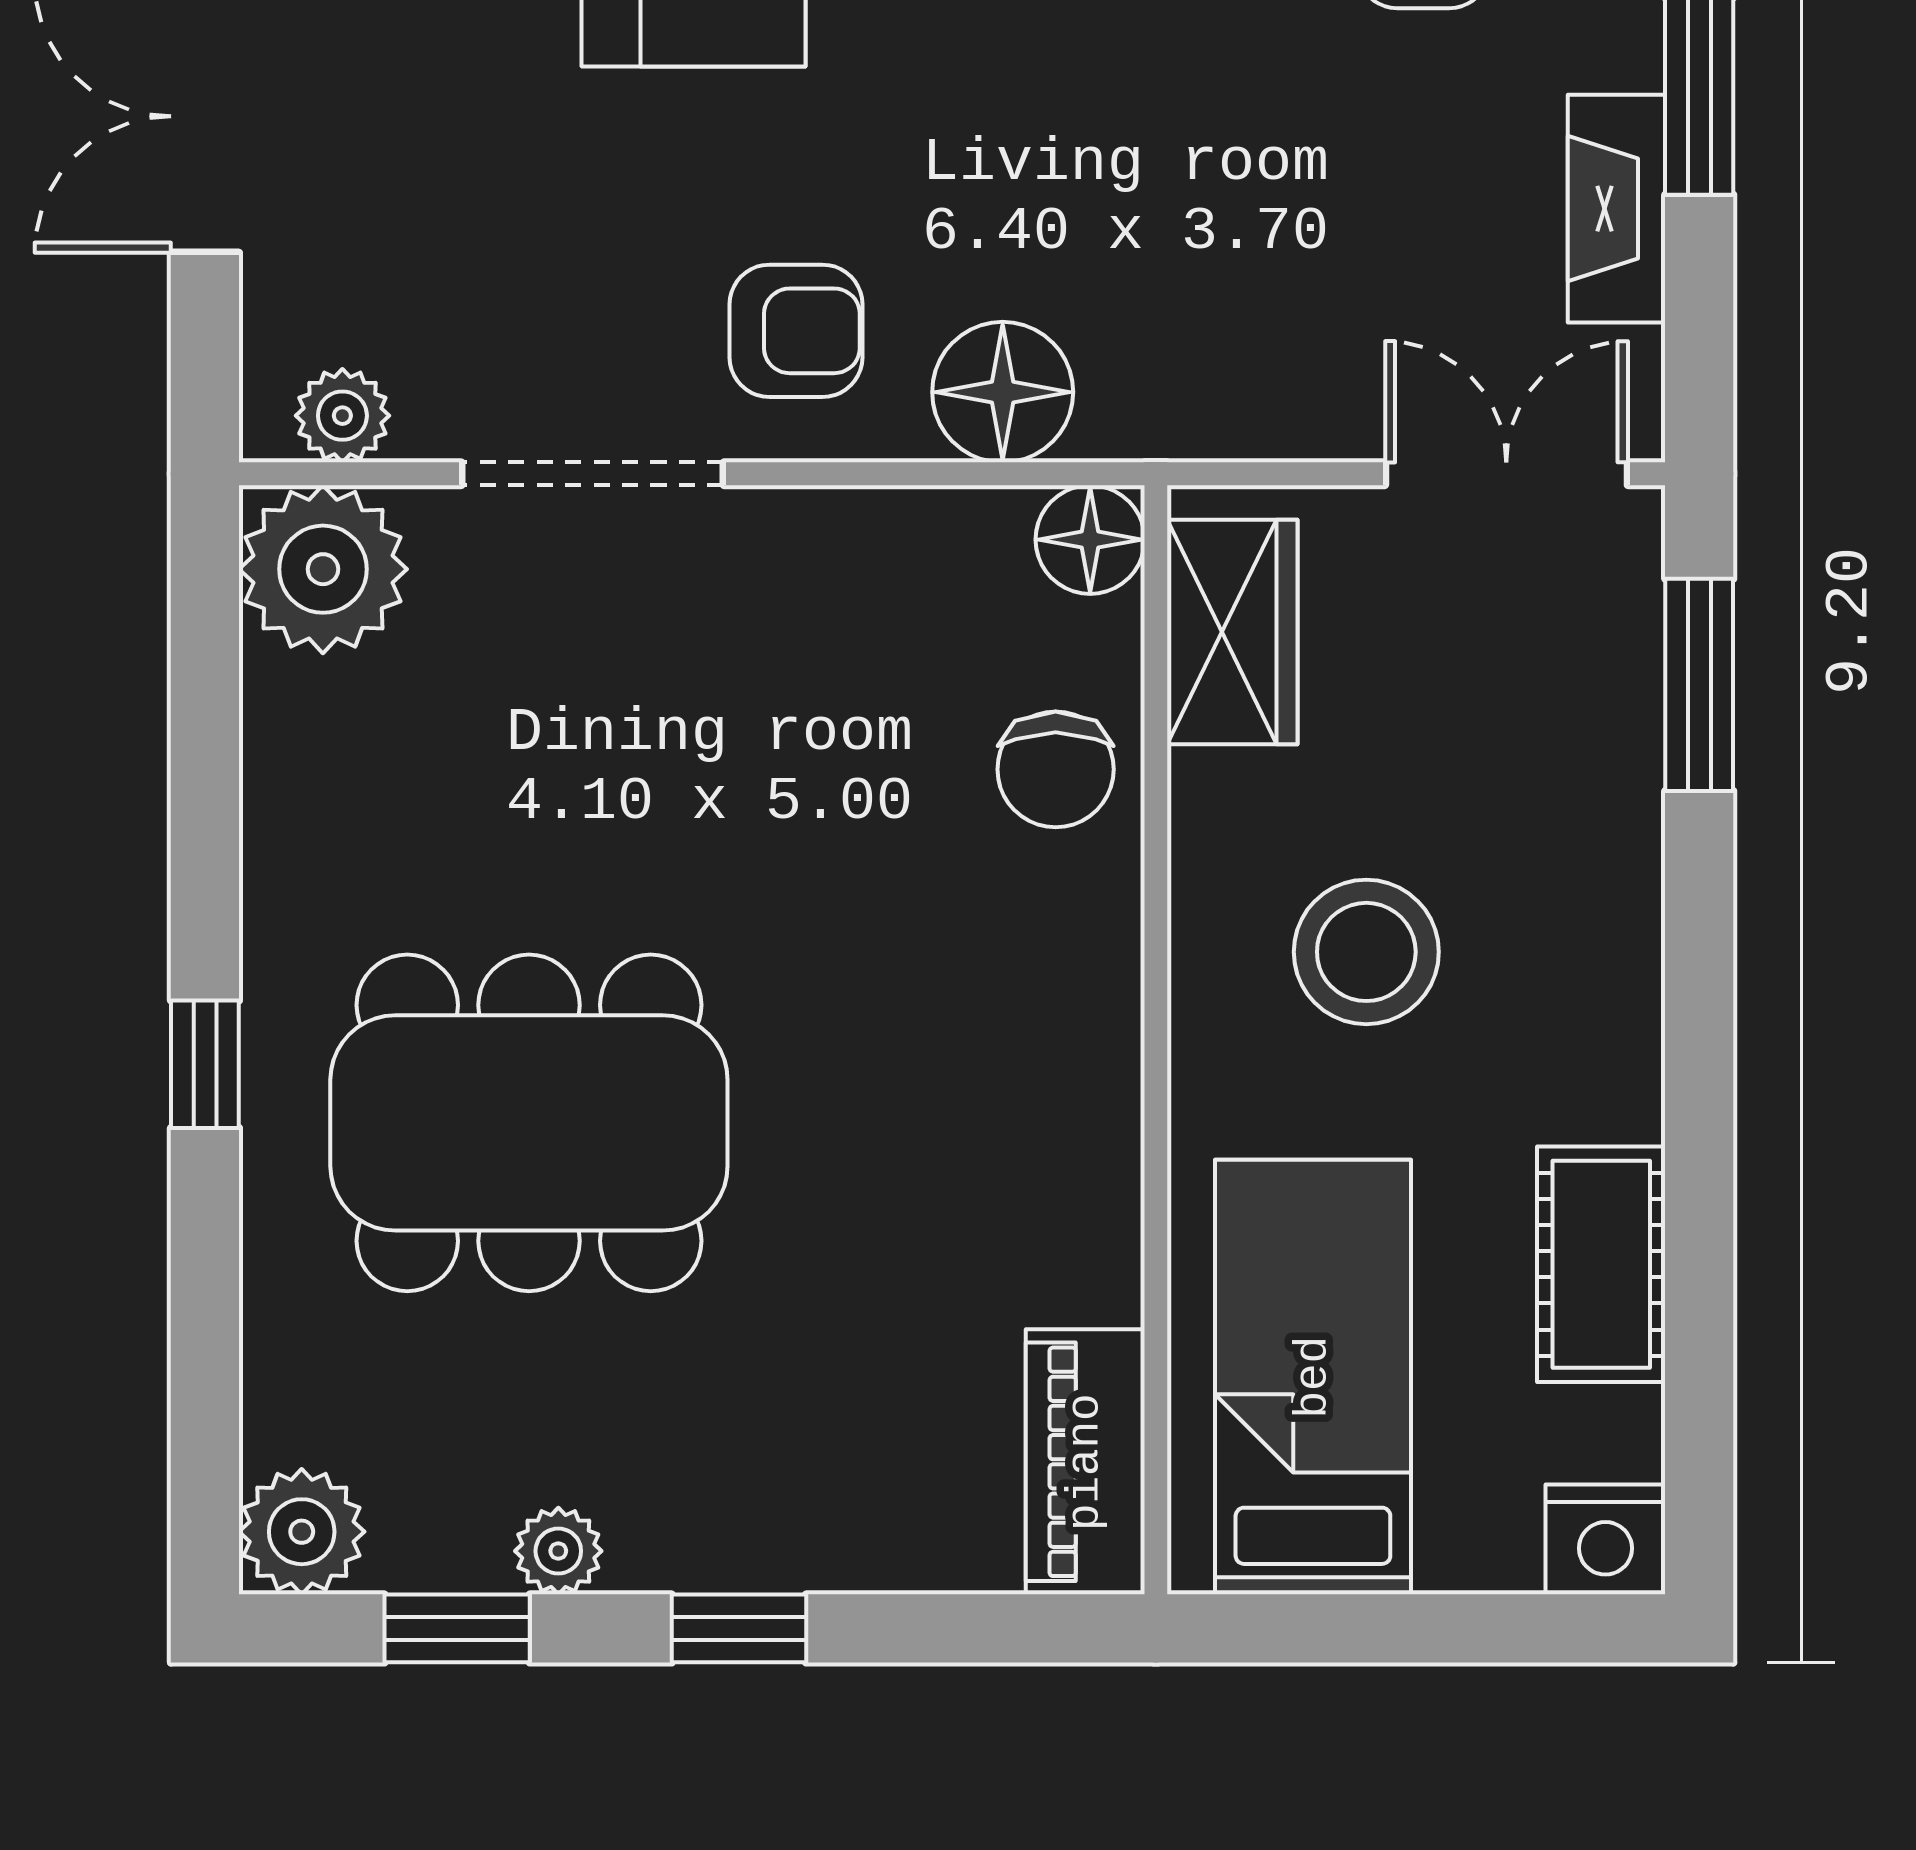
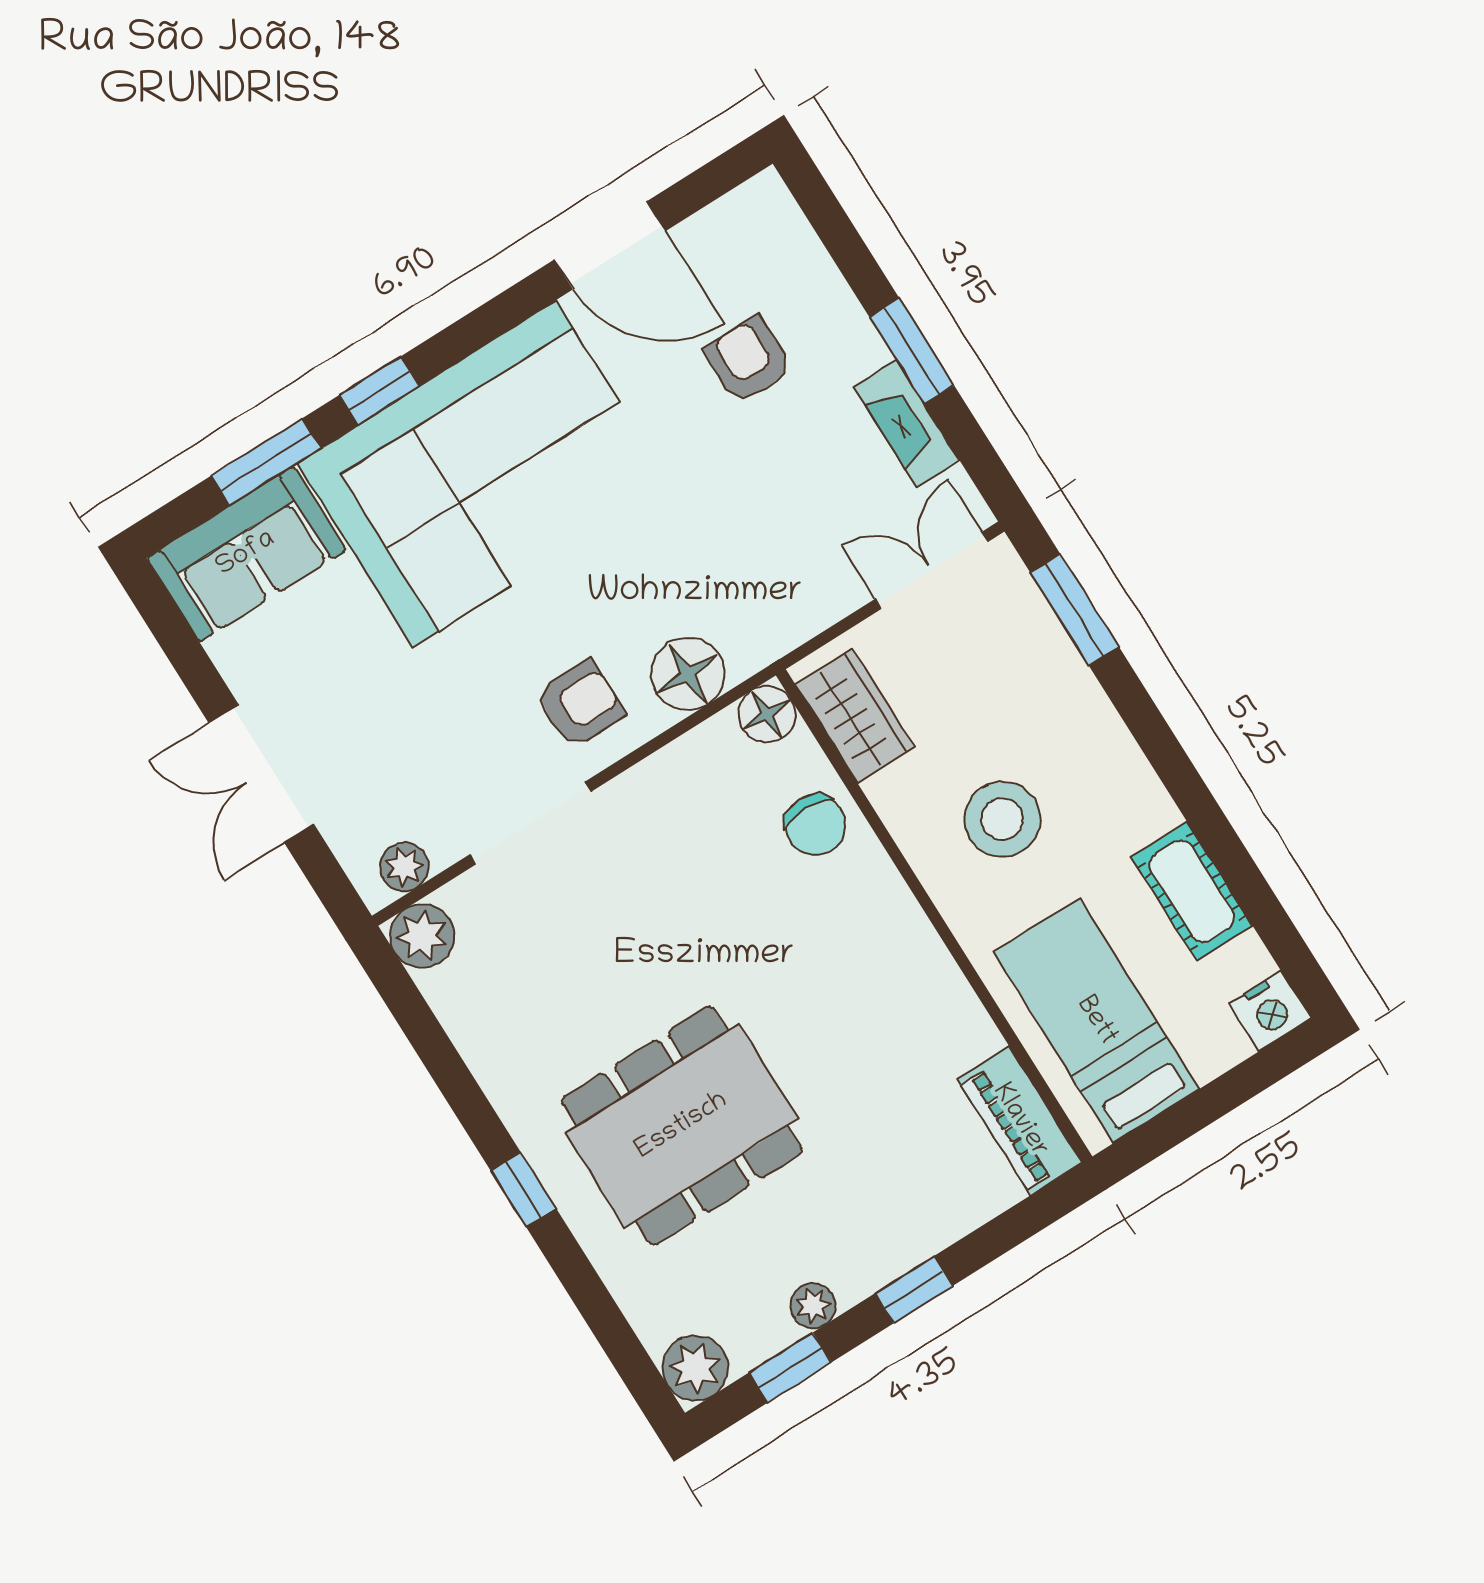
plant: (323, 569) -> (422, 936), width x0.73, depth x0.73

